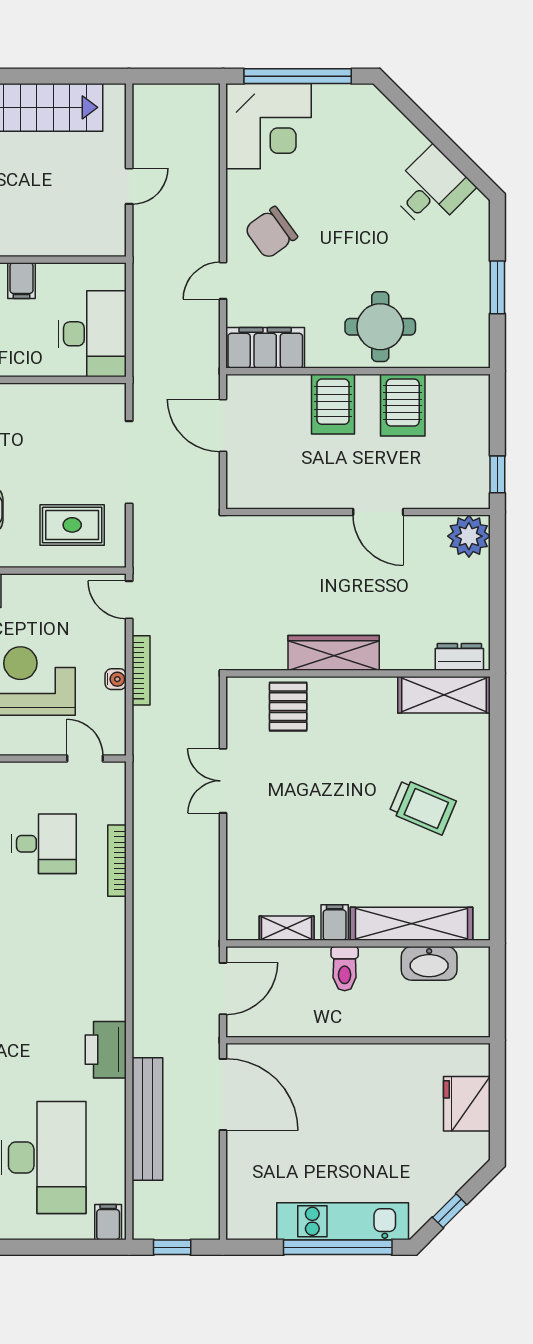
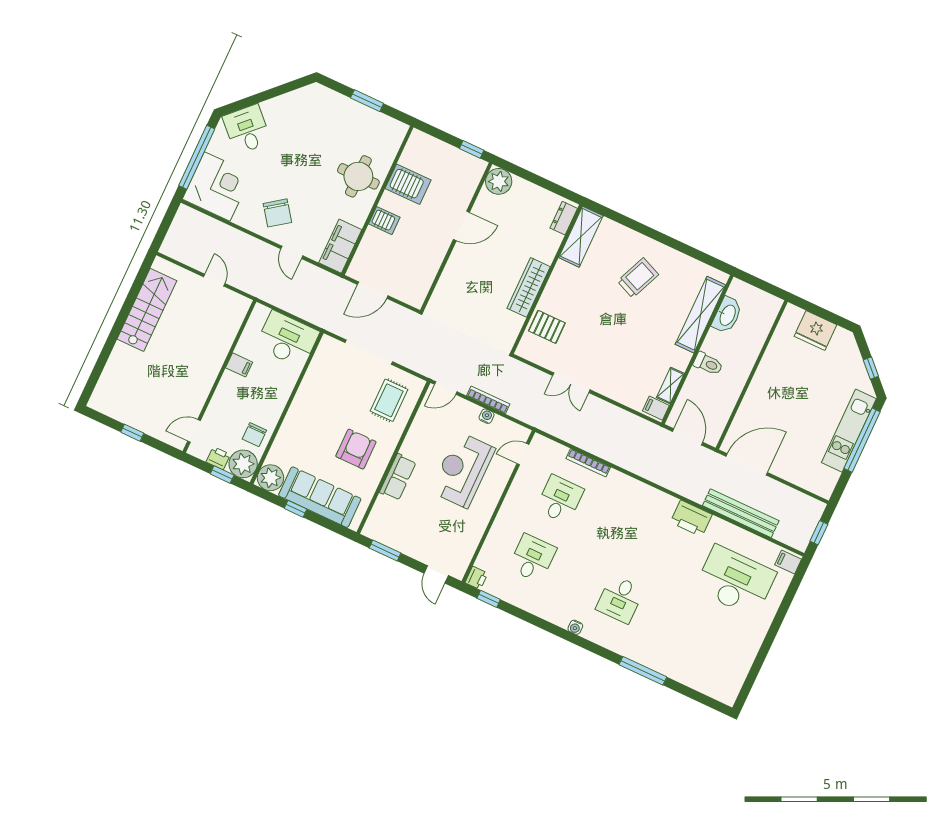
desk: (431, 189) -> (247, 129), moved
server rack: (333, 404) -> (384, 221), width x0.73, depth x0.70
filing cabinet: (335, 923) -> (656, 408), moved

